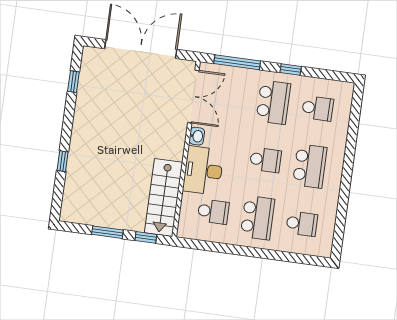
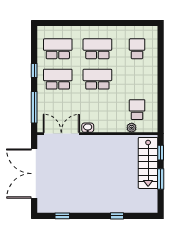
school desk: (318, 108) -> (58, 49), width x1.85
school desk: (265, 160) -> (97, 79), width x1.85
desk: (203, 170) -> (110, 120), removed
stairs: (163, 198) -> (148, 163), moved, turned 90
plant: (188, 200) -> (132, 128), added
school desk: (258, 218) -> (137, 79), removed

